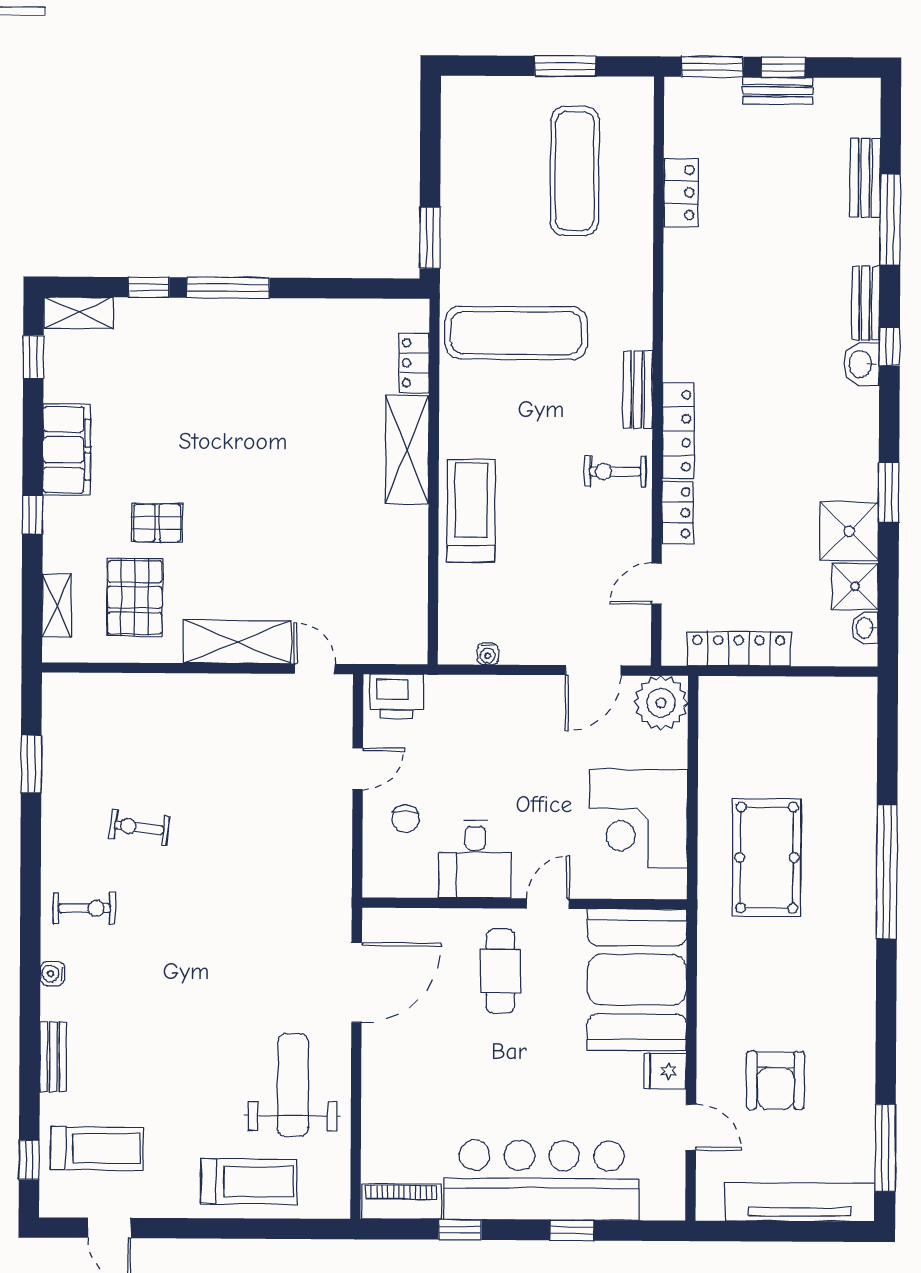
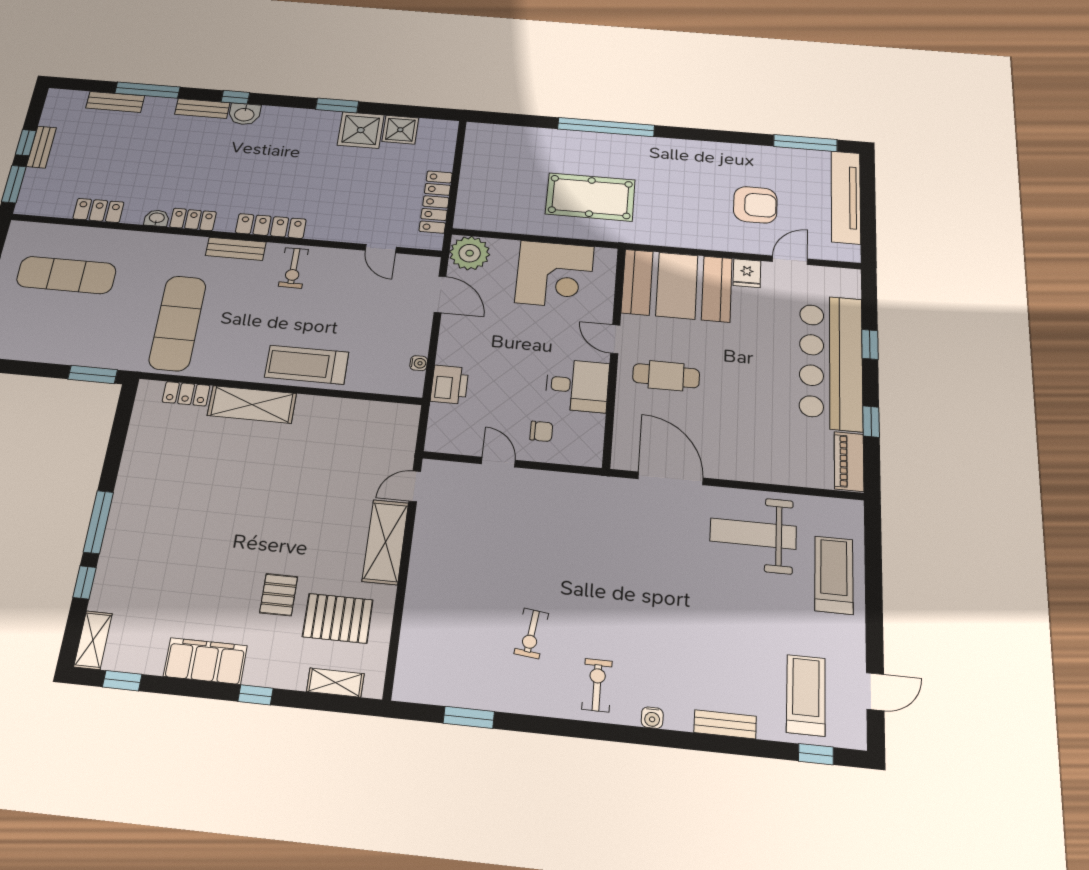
locker: (678, 513) -> (193, 219), moved
washbasin: (865, 628) -> (157, 218), moved, turned 180
printer: (397, 696) -> (449, 385), moved

